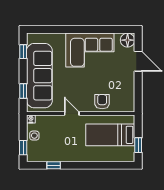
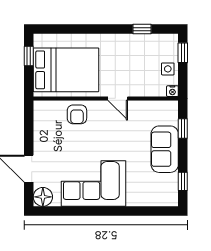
sofa: (39, 76) -> (165, 149), width x0.54, depth x0.79
bed: (110, 135) -> (66, 70), width x1.50

